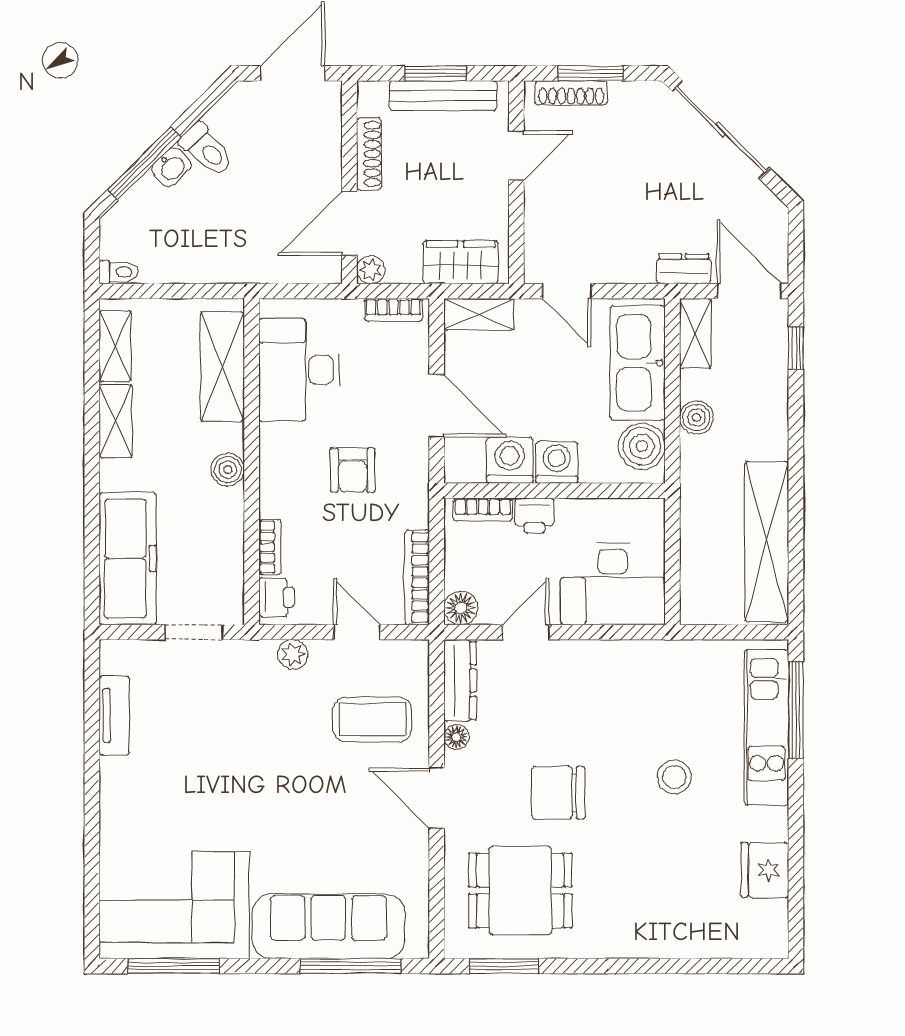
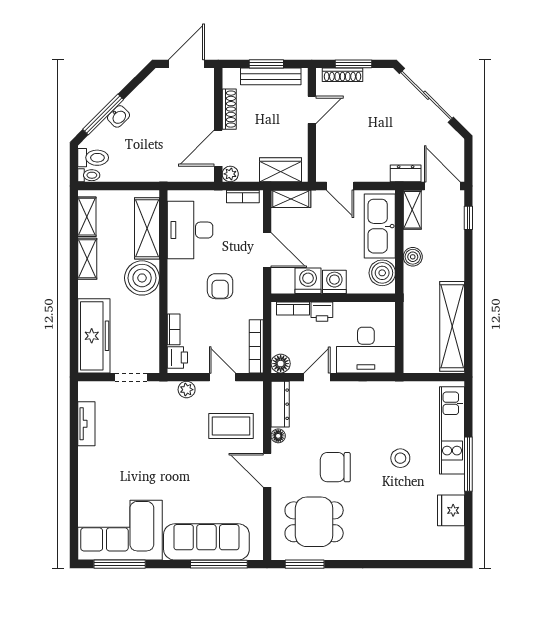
toilet: (207, 150) -> (93, 158), moved, turned -45
boiler: (228, 470) -> (142, 278), width x1.86, depth x1.86
window: (796, 710) -> (468, 464), moved

